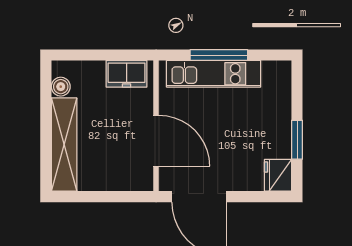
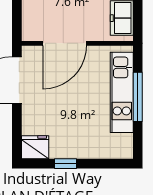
window: (297, 140) -> (65, 164), width x0.67

